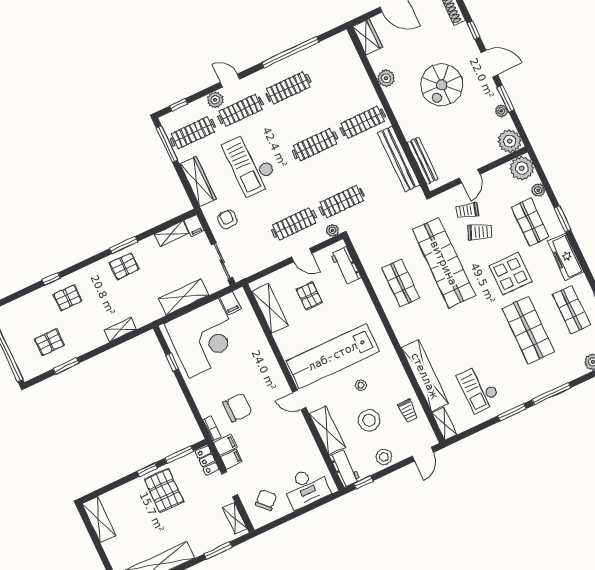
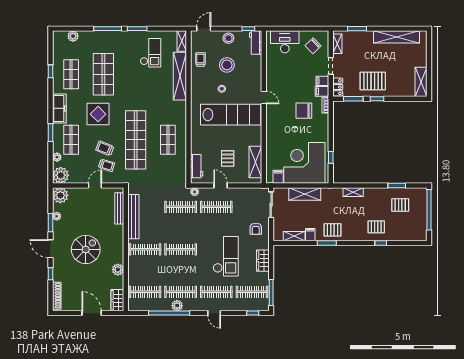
clothes rail: (336, 65) -> (145, 292), added
plant: (215, 100) -> (177, 306), moved
wardrobe: (198, 181) -> (263, 261), width x0.67
filing cabinet: (194, 225) -> (310, 235), moved
shelving: (327, 430) -> (256, 71), removed
pallet: (164, 491) -> (373, 81), turned 90

